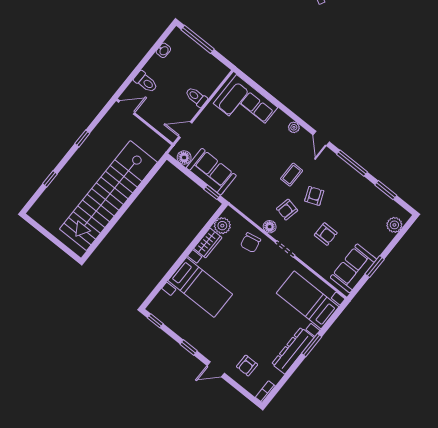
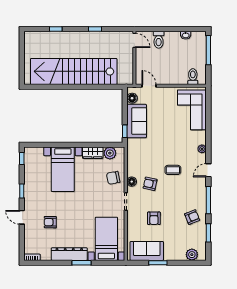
toilet: (196, 97) -> (193, 77), moved
armchair: (314, 196) -> (192, 217), moved
armchair: (247, 366) -> (50, 222), moved

